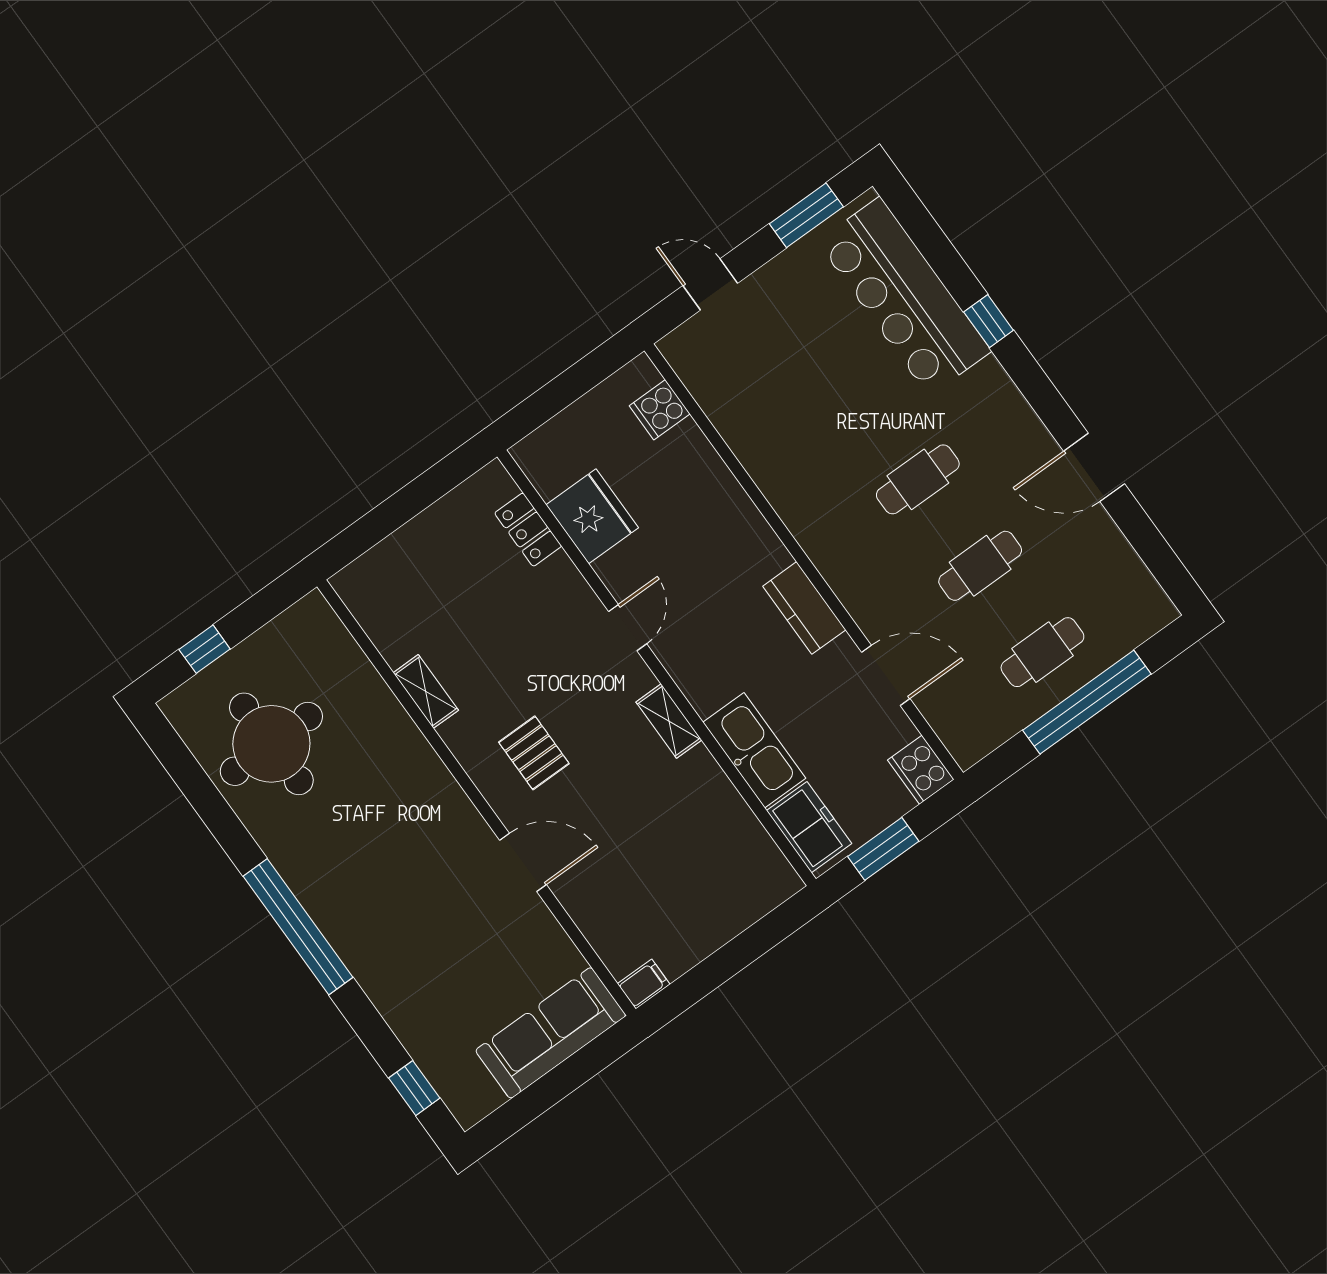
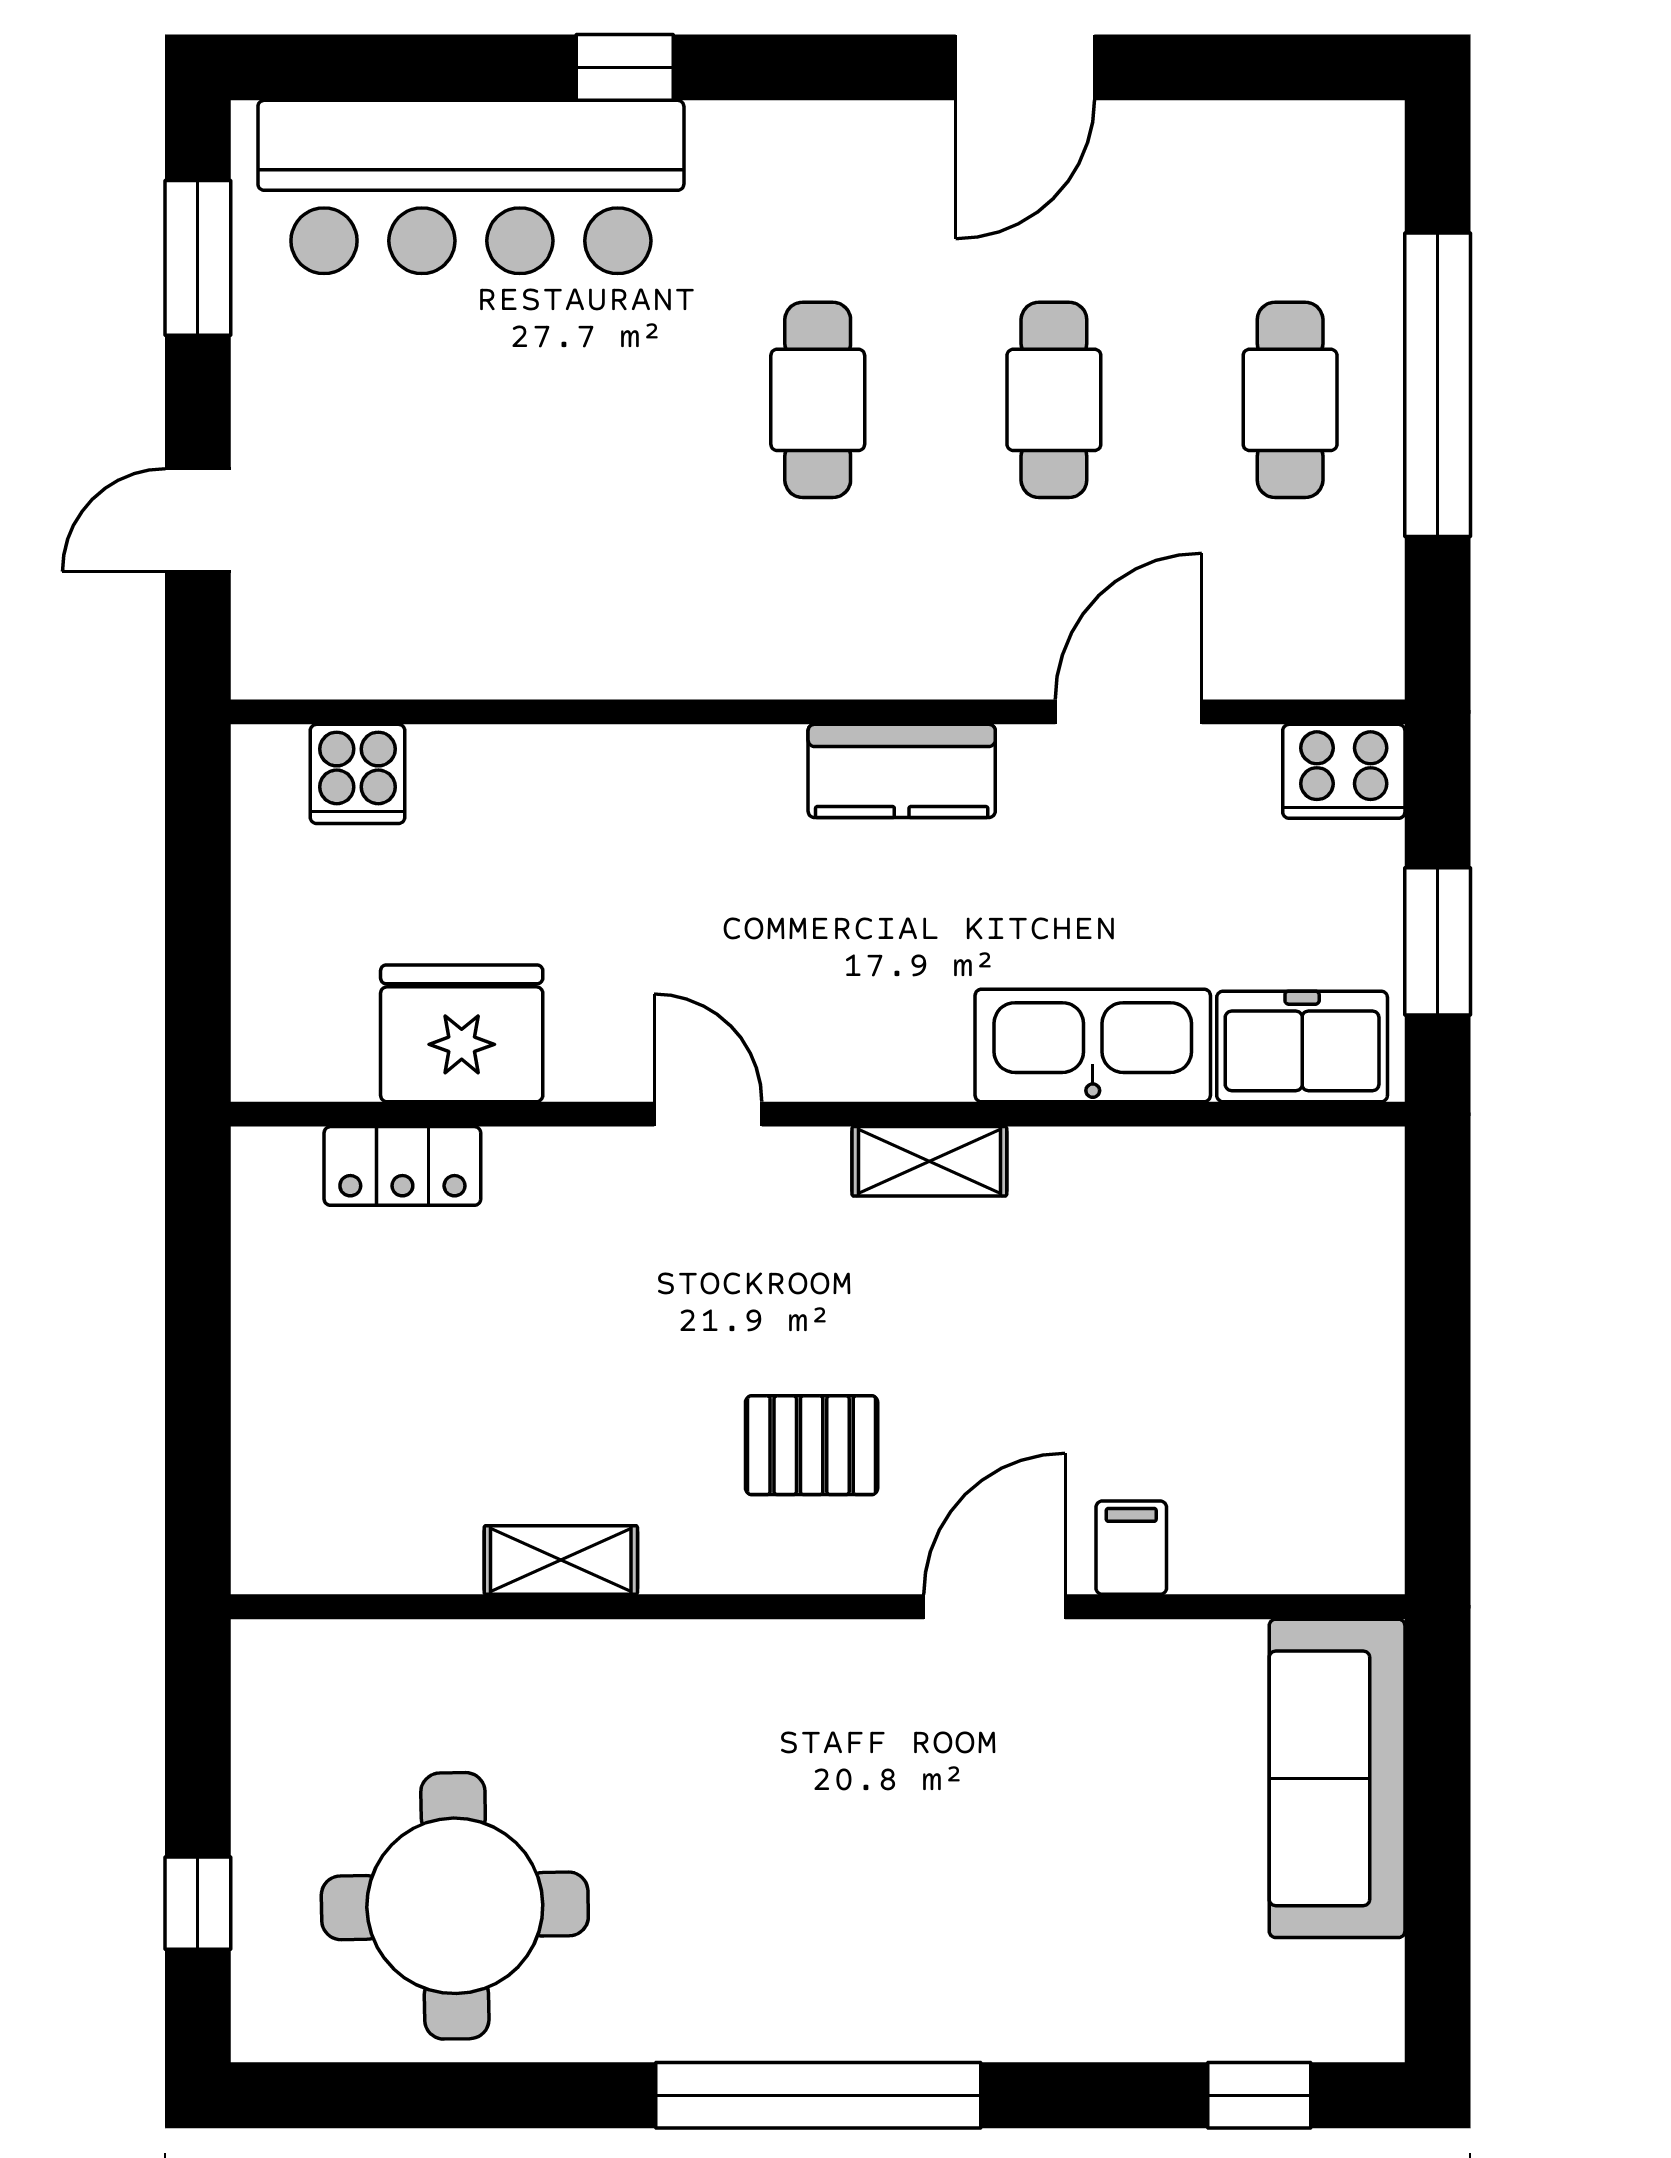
filing cabinet: (644, 984) -> (1131, 1548), moved

